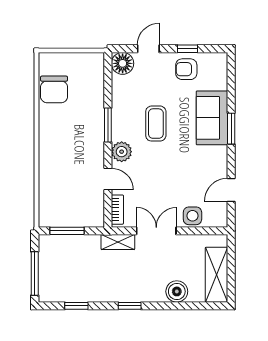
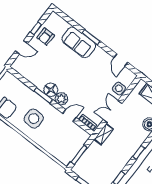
door: (148, 49) -> (22, 47), swing flipped
floor lamp: (123, 63) -> (51, 90), moved
coffee table: (156, 124) -> (60, 72), removed
side table: (68, 136) -> (34, 119), added

